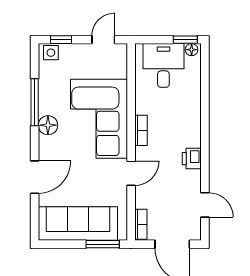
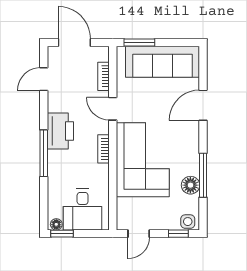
floor lamp: (48, 125) -> (190, 185), moved
window: (205, 126) -> (44, 153), added
printer: (192, 159) -> (60, 131), width x1.87, depth x1.48
door: (131, 173) -> (113, 109), hinge flipped
door: (205, 205) -> (44, 79), hinge flipped
bookcase: (141, 224) -> (104, 76), moved

